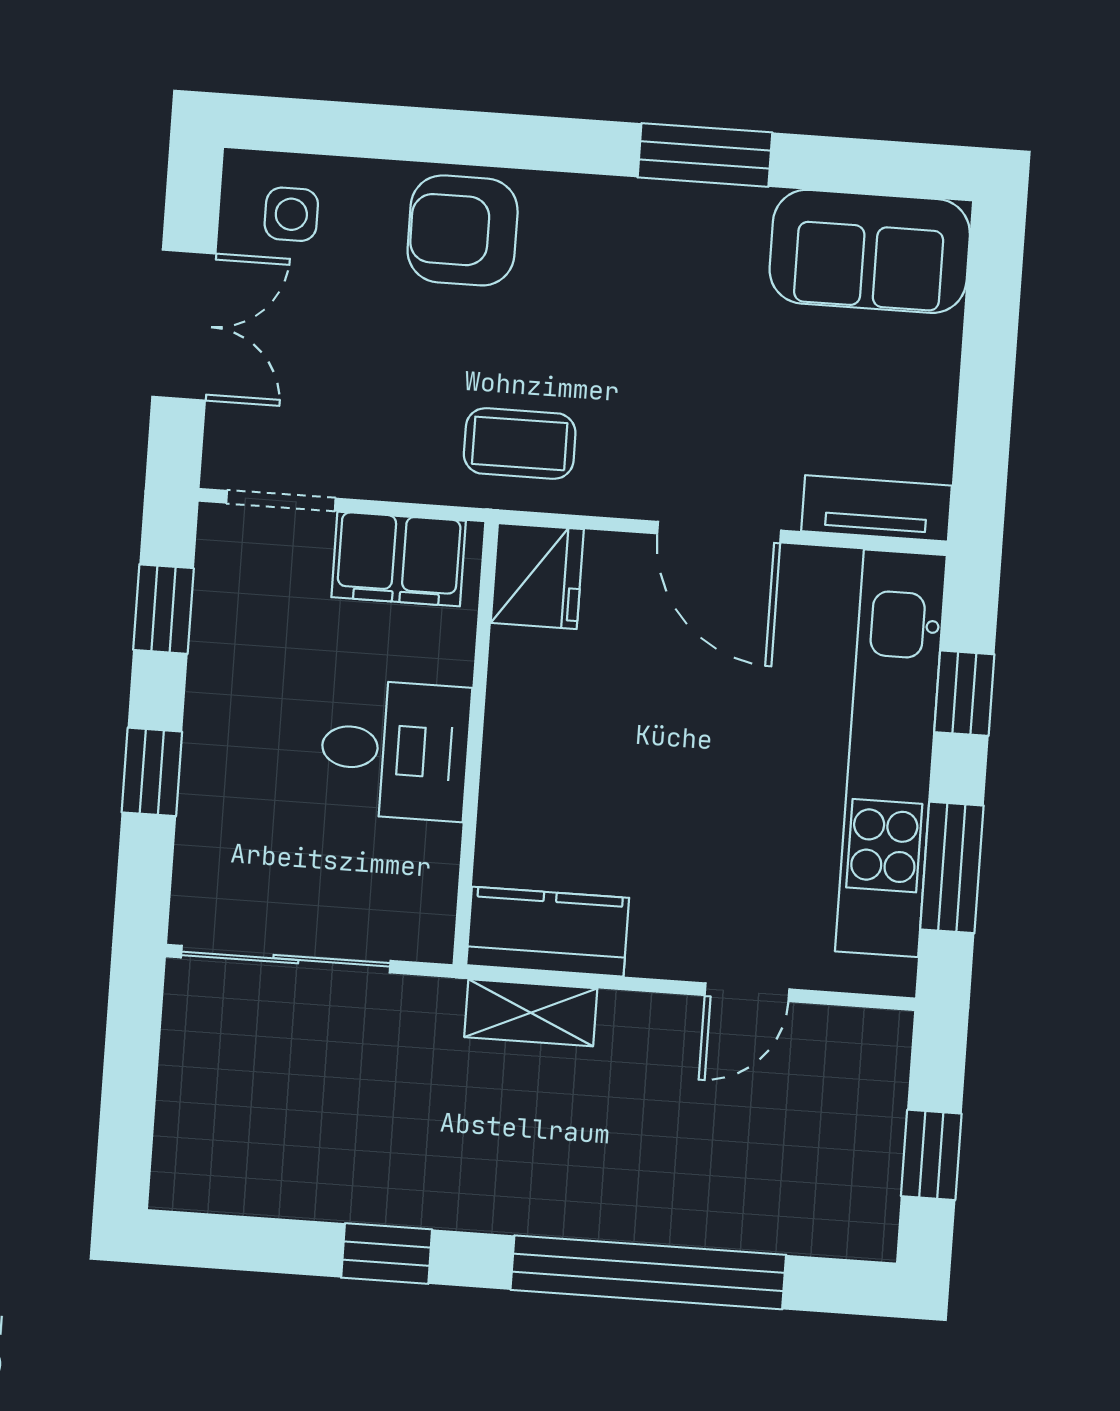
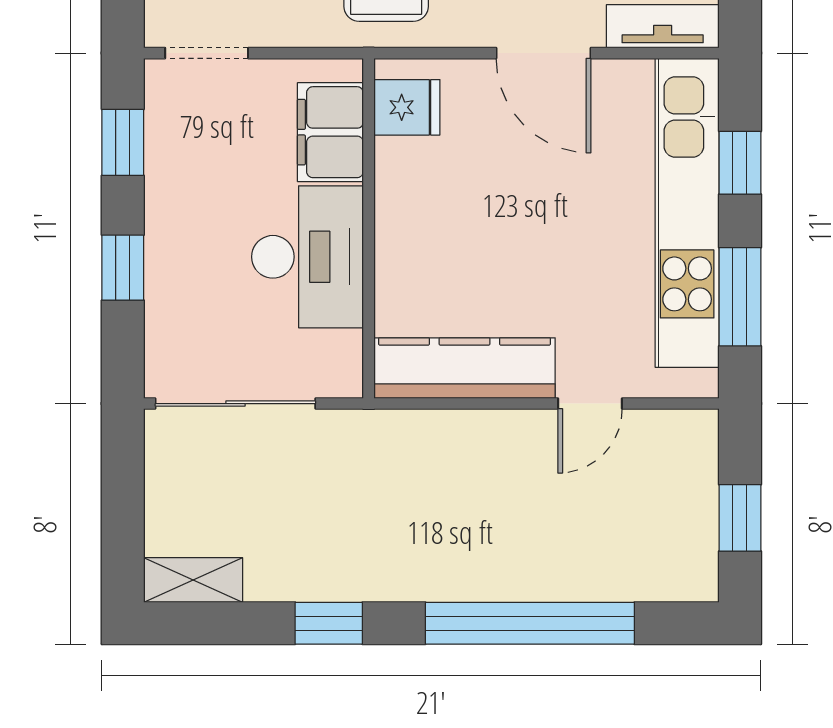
filing cabinet: (399, 559) -> (330, 132), moved, turned 90
fridge: (537, 576) -> (407, 107), width x0.72
desk: (395, 750) -> (308, 257), width x1.37
kitchen counter: (548, 932) -> (465, 368), width x1.50
shelving: (531, 1013) -> (193, 580), moved

